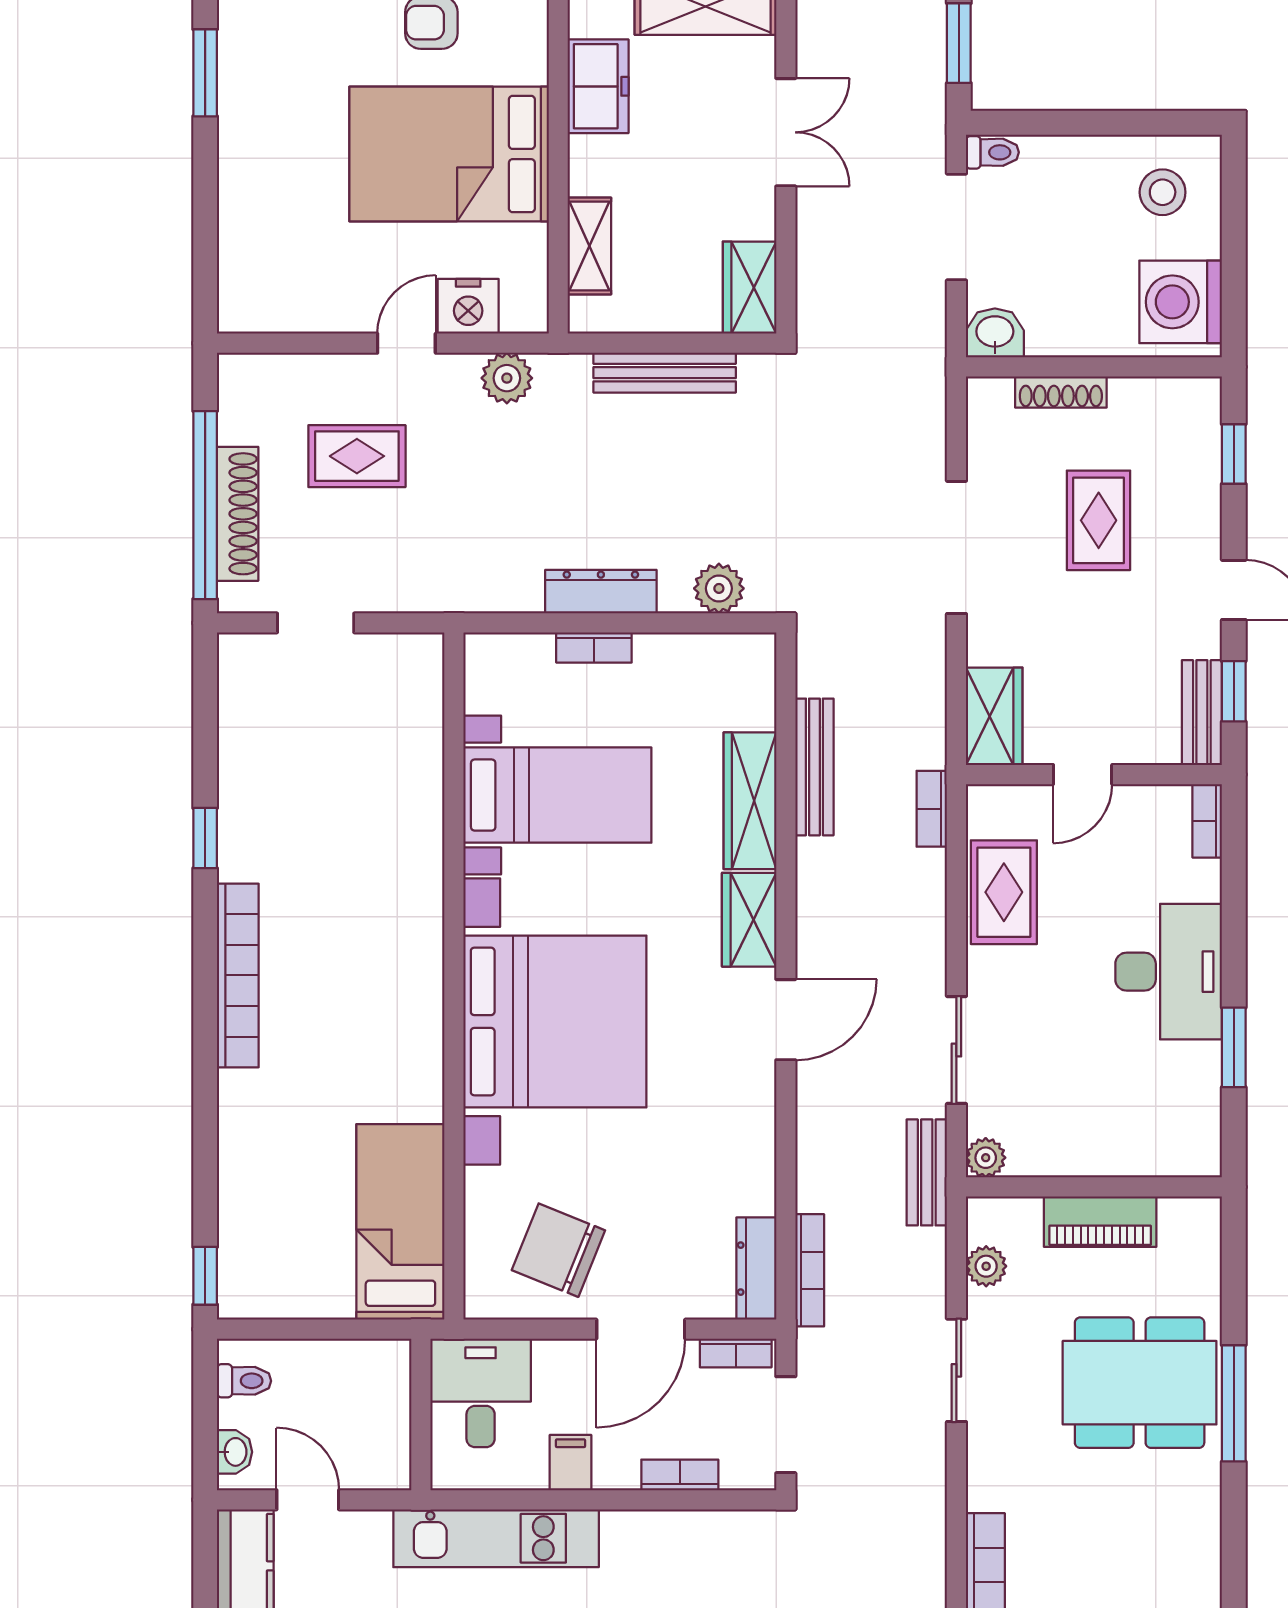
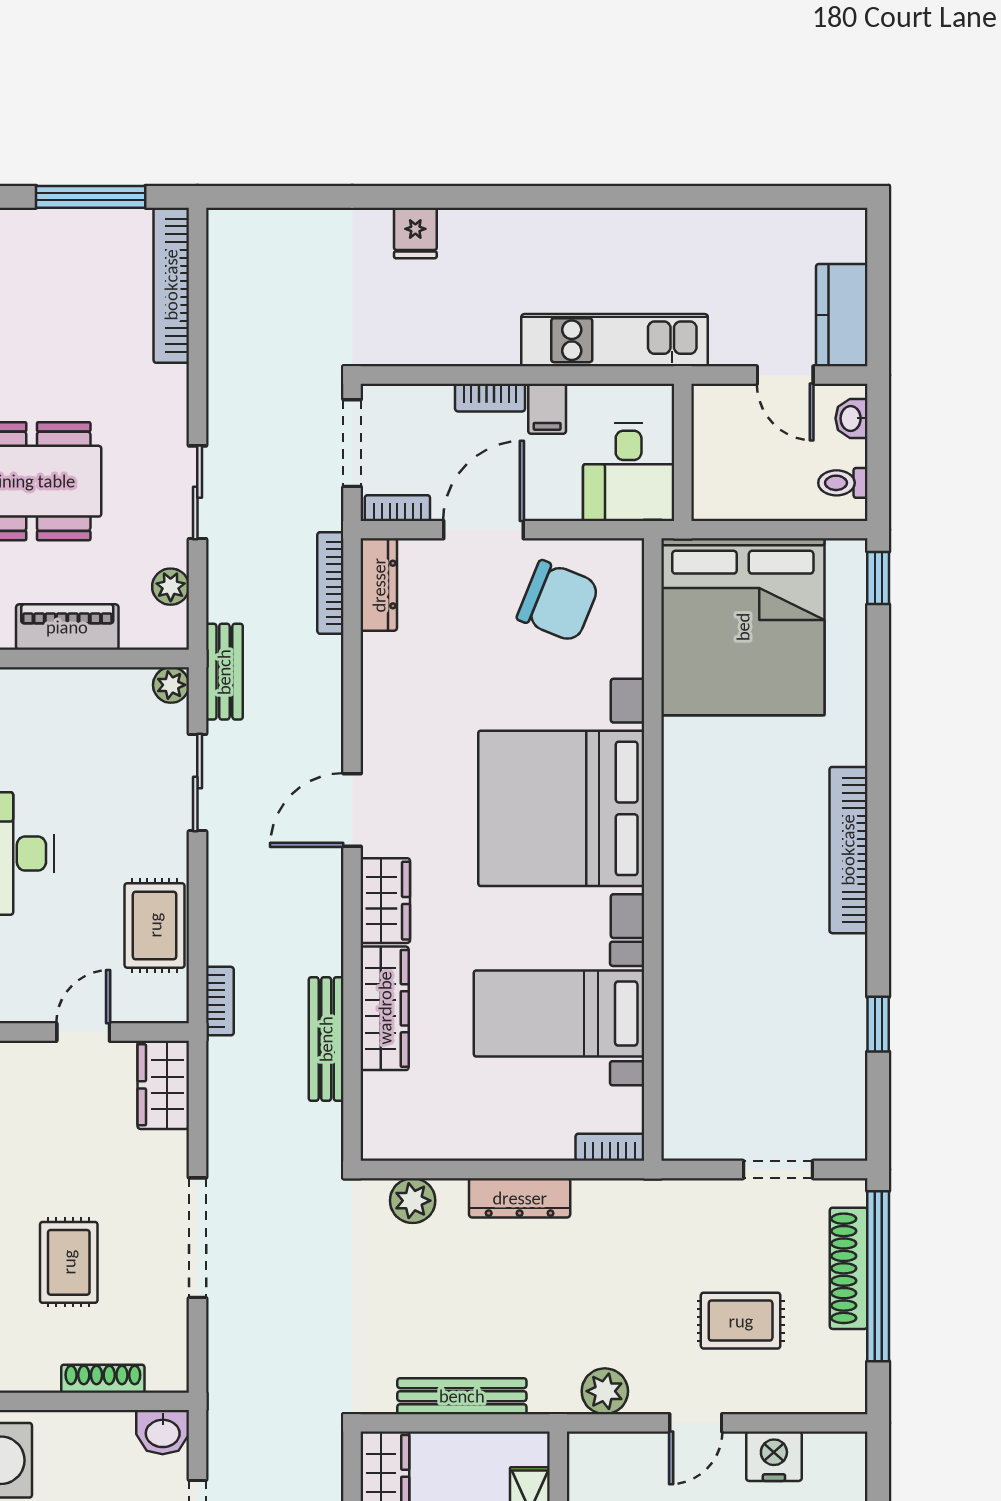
nightstand: (468, 306) -> (774, 1456), moved
bookcase: (594, 647) -> (610, 1147), moved
window: (205, 838) -> (878, 1024), moved
bed: (400, 1222) -> (743, 627), width x2.04
bookcase: (680, 1475) -> (490, 398), moved

